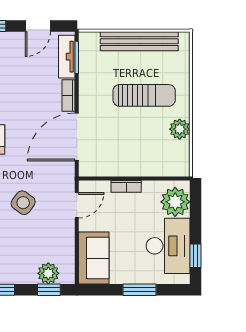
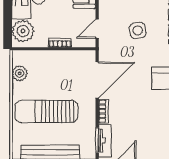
sun lounger: (144, 95) -> (46, 111), width x1.36, depth x1.34
plant: (180, 129) -> (20, 73), moved
side table: (23, 203) -> (138, 30), turned 45

